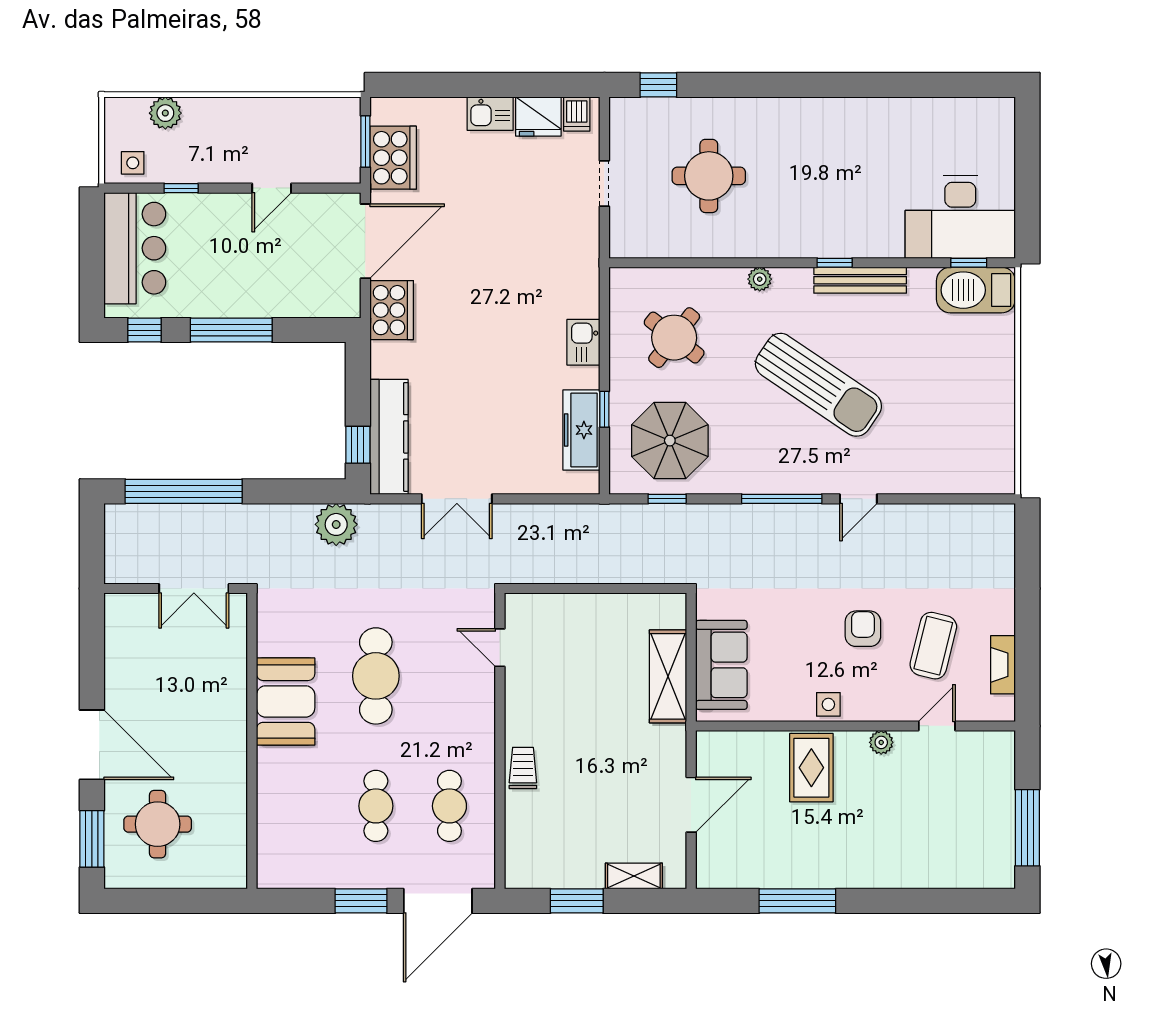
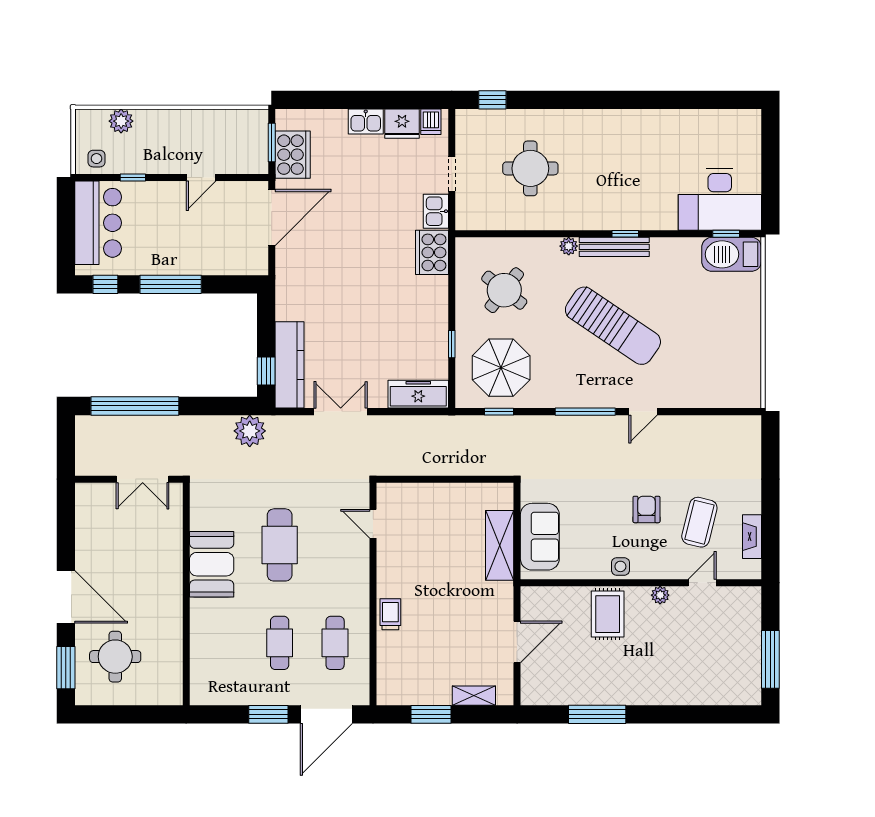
bench: (860, 280) -> (614, 247), moved
cooker: (392, 310) -> (432, 252), moved, turned 180
kitchen sink: (583, 342) -> (436, 211), moved
freezer: (581, 430) -> (418, 394), moved, turned 90
double door: (457, 499) -> (341, 412), swing flipped

